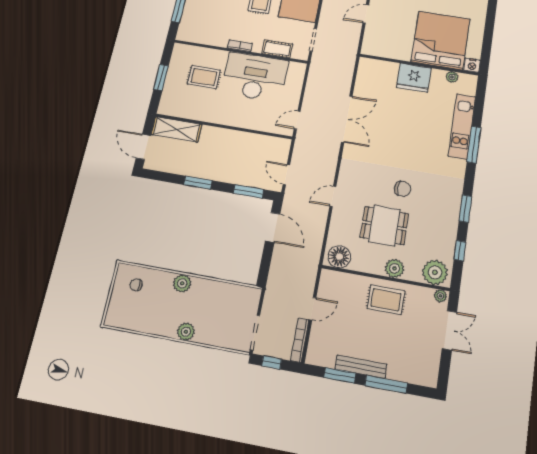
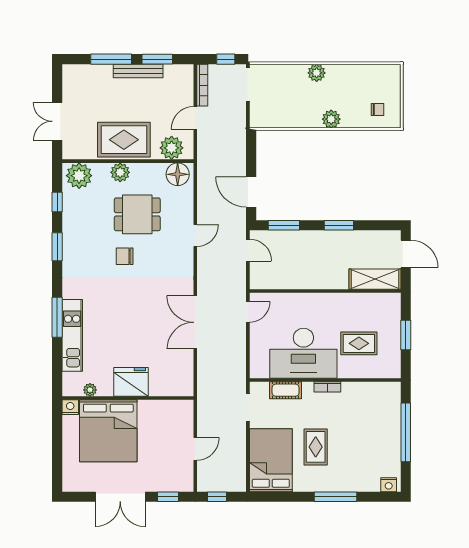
plant: (440, 296) -> (172, 148), moved, width x1.87, depth x1.87
rug: (386, 300) -> (124, 140), width x1.36, depth x1.43

